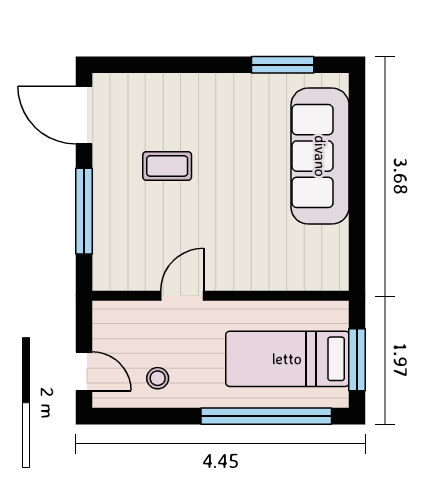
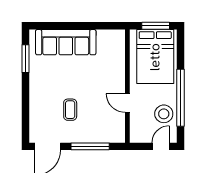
bed: (287, 359) -> (155, 57), width x1.50
stool: (158, 378) -> (164, 114), width x1.89, depth x1.89
window: (266, 416) -> (180, 98), moved

